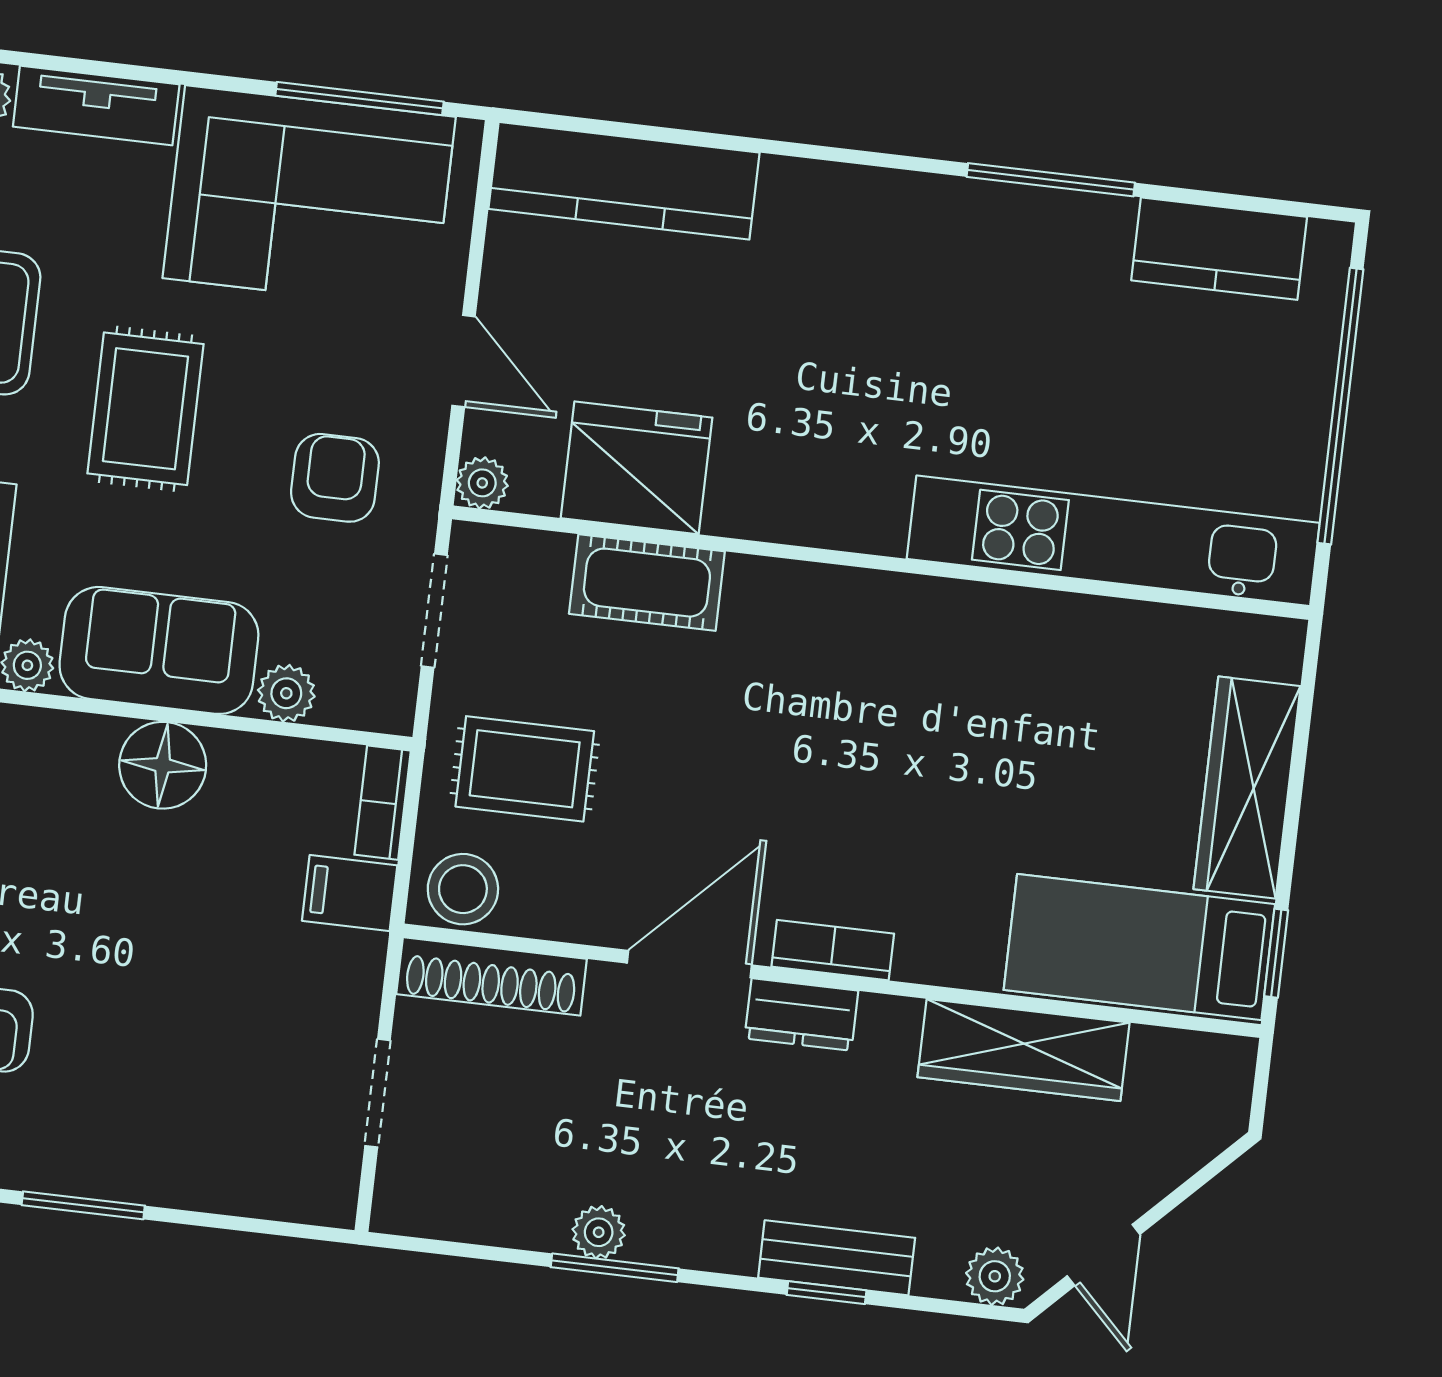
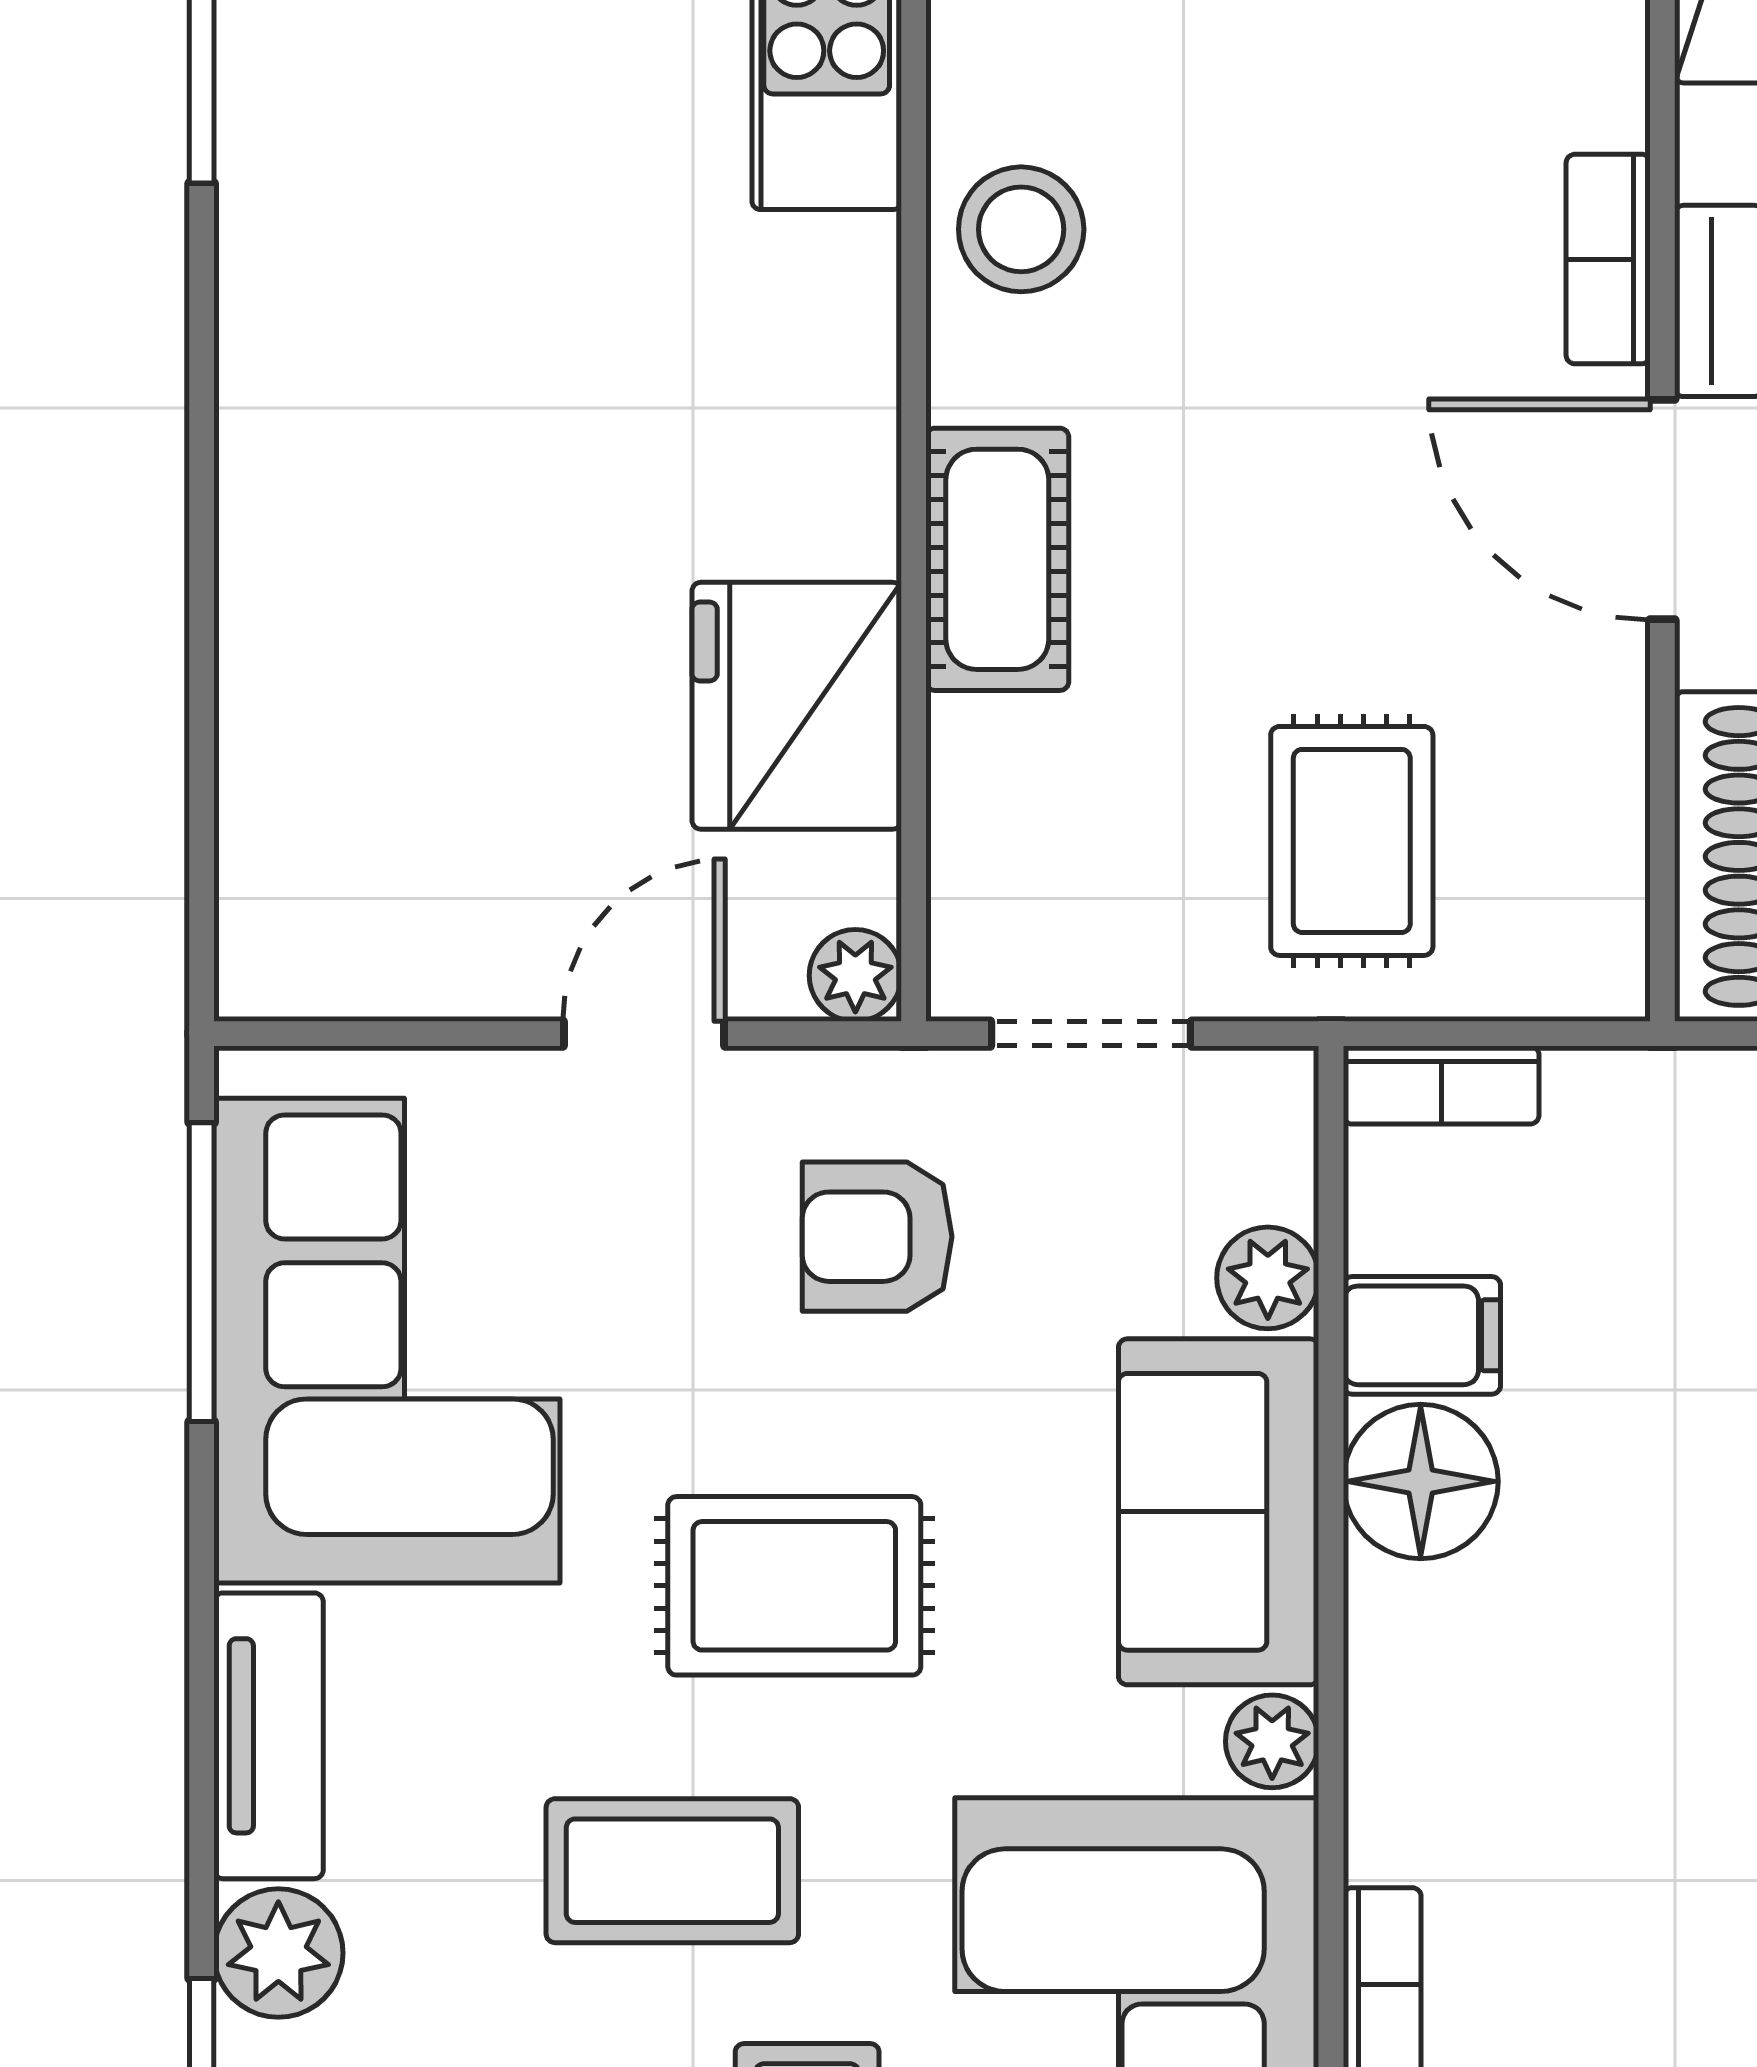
kitchen counter: (624, 181) -> (292, 787), removed
cot: (647, 583) -> (997, 559), moved
stool: (463, 889) -> (1021, 229), moved
filing cabinet: (350, 893) -> (1422, 1335), moved, turned -90

